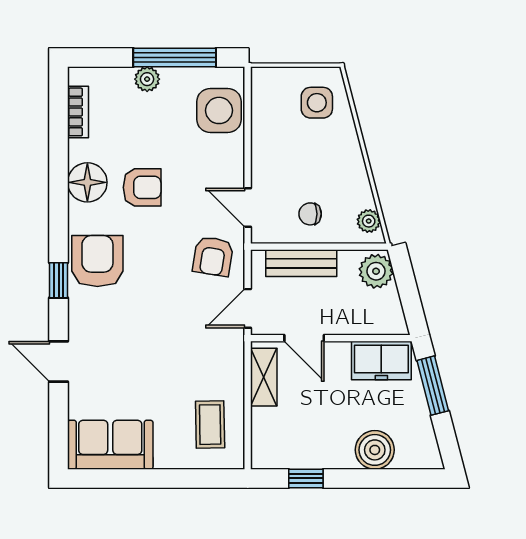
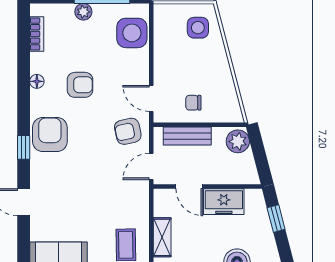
floor lamp: (87, 182) -> (37, 81), width x0.53, depth x0.53
plant: (369, 221) -> (233, 108), removed
armchair: (213, 256) -> (128, 131), turned 69
freezer: (381, 361) -> (224, 202), moved
shelving: (264, 377) -> (162, 237), moved
window: (433, 386) -> (276, 218), width x0.67

